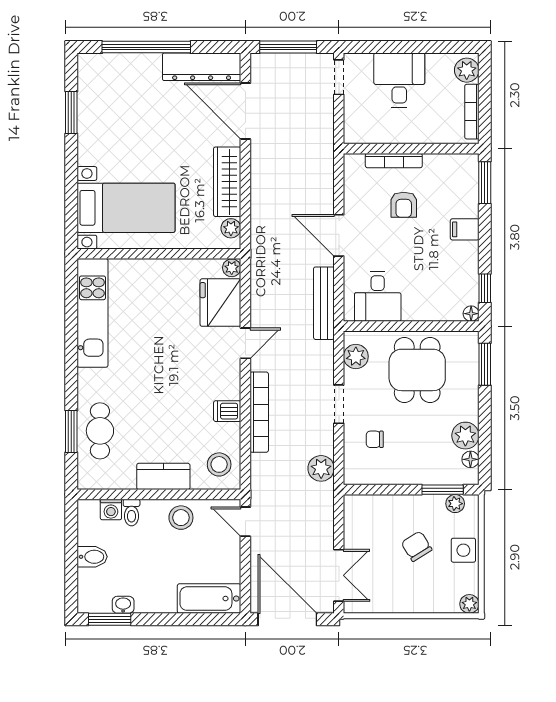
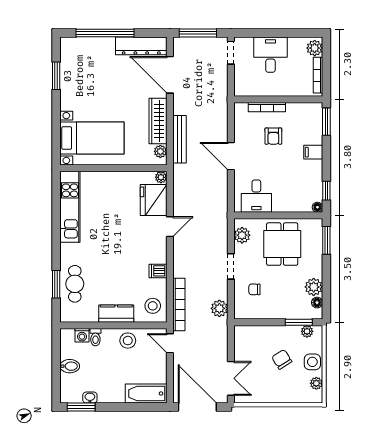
bench: (324, 303) -> (180, 139), moved
bookcase: (259, 412) -> (179, 305), moved
plant: (469, 604) -> (316, 383), moved

